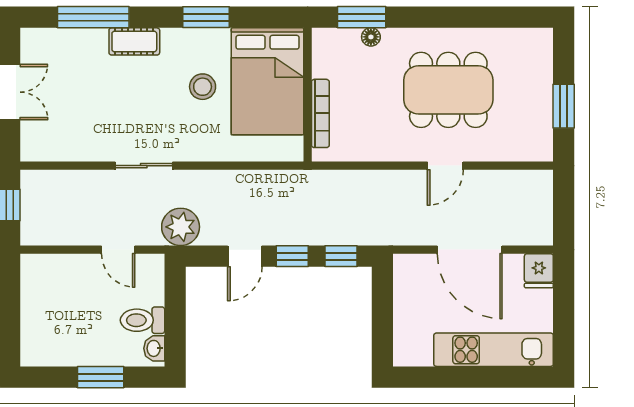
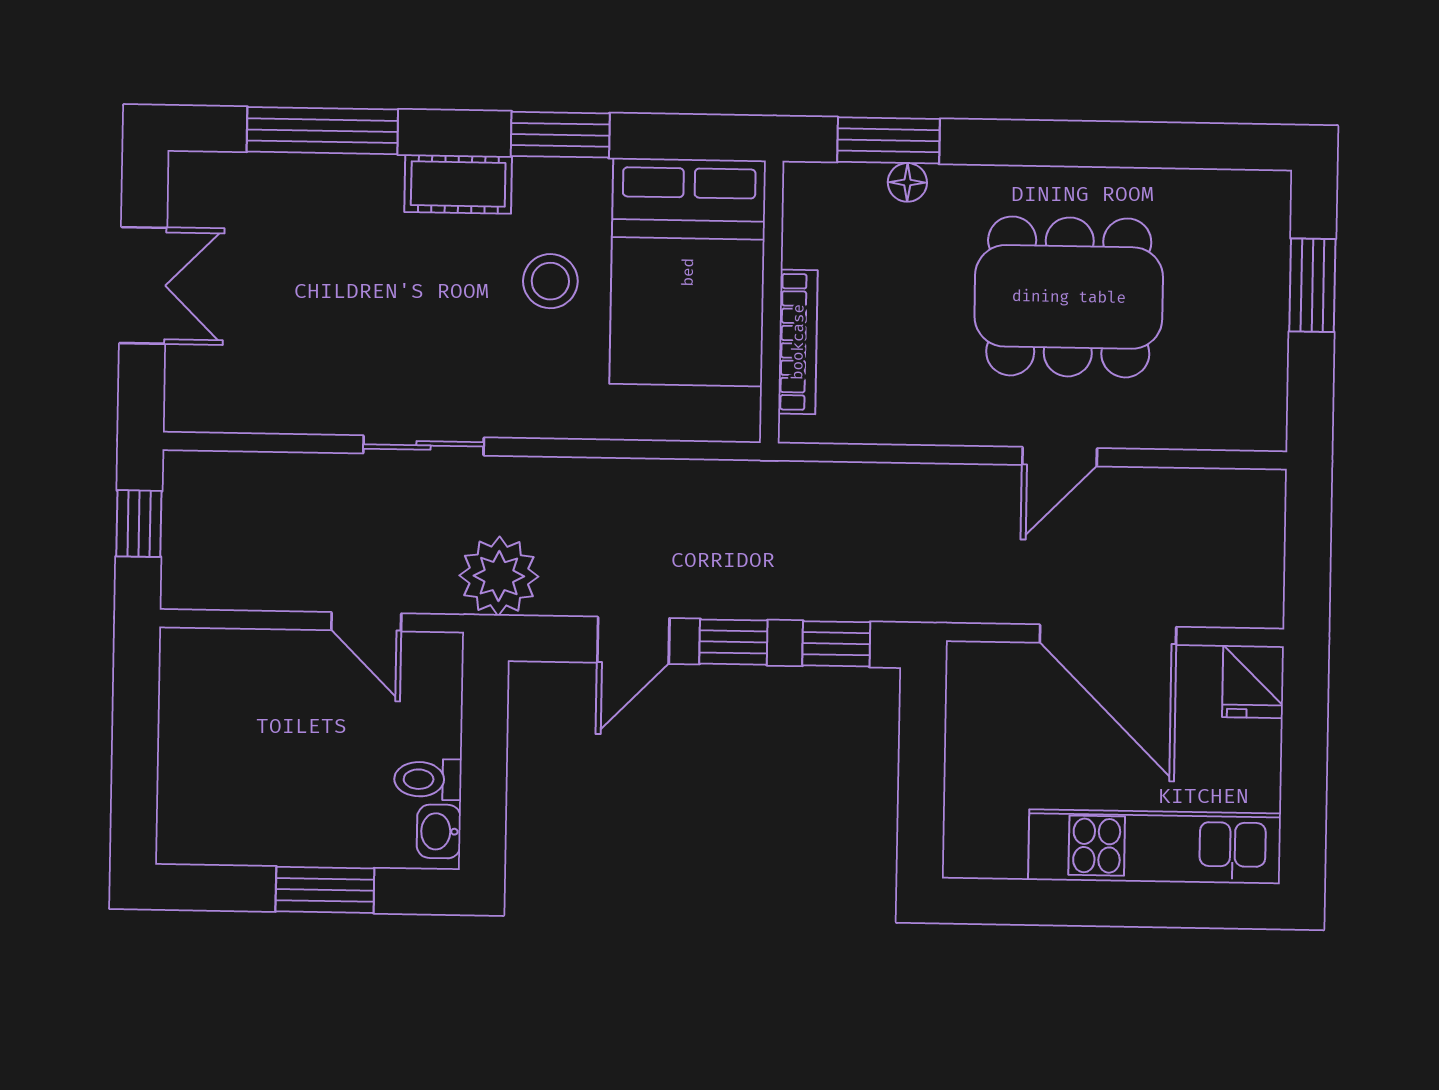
cot: (134, 41) -> (458, 184), moved
window: (564, 106) -> (1312, 285), moved
toilet: (142, 320) -> (428, 779), width x0.73, depth x0.72

